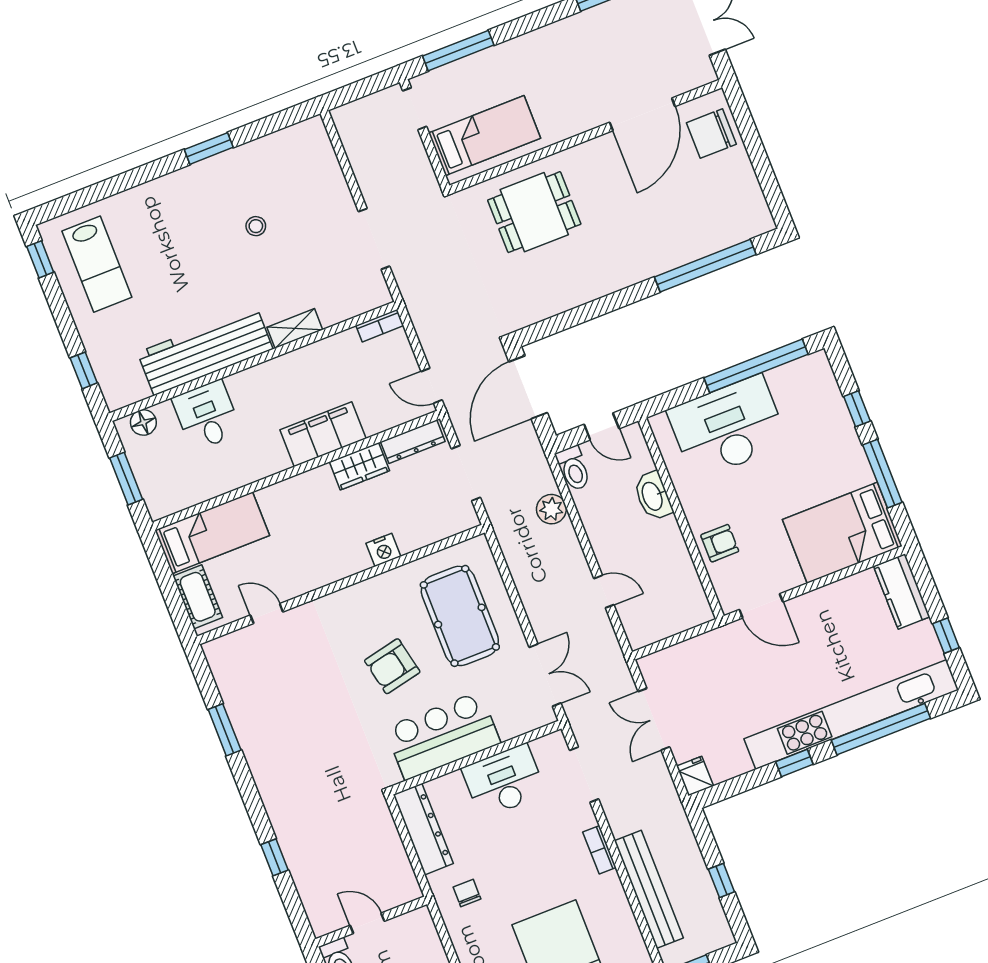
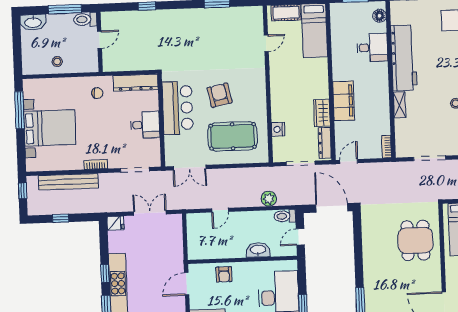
nightstand: (383, 550) -> (278, 129), moved
desk: (504, 781) -> (145, 125), width x0.73

